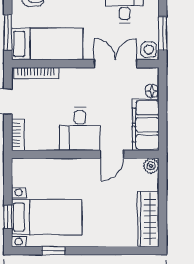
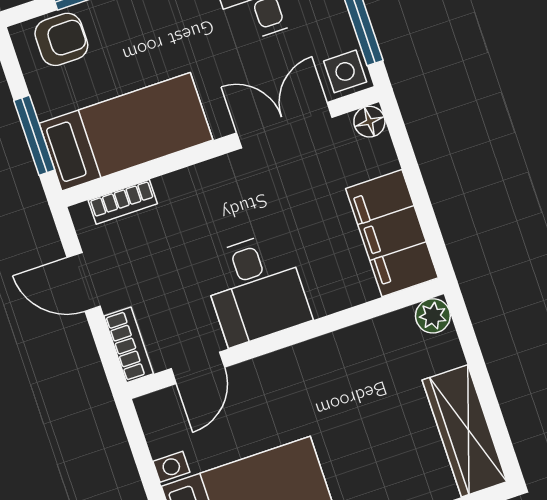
bookcase: (36, 73) -> (123, 202), width x0.64
floor lamp: (152, 91) -> (369, 122), moved
door: (112, 154) -> (198, 368), moved

